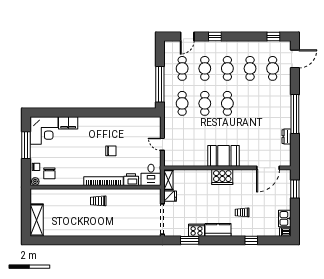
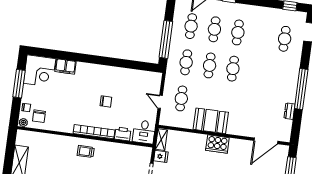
cafe table: (250, 68) -> (181, 98), moved
booth: (224, 156) -> (211, 121), moved

